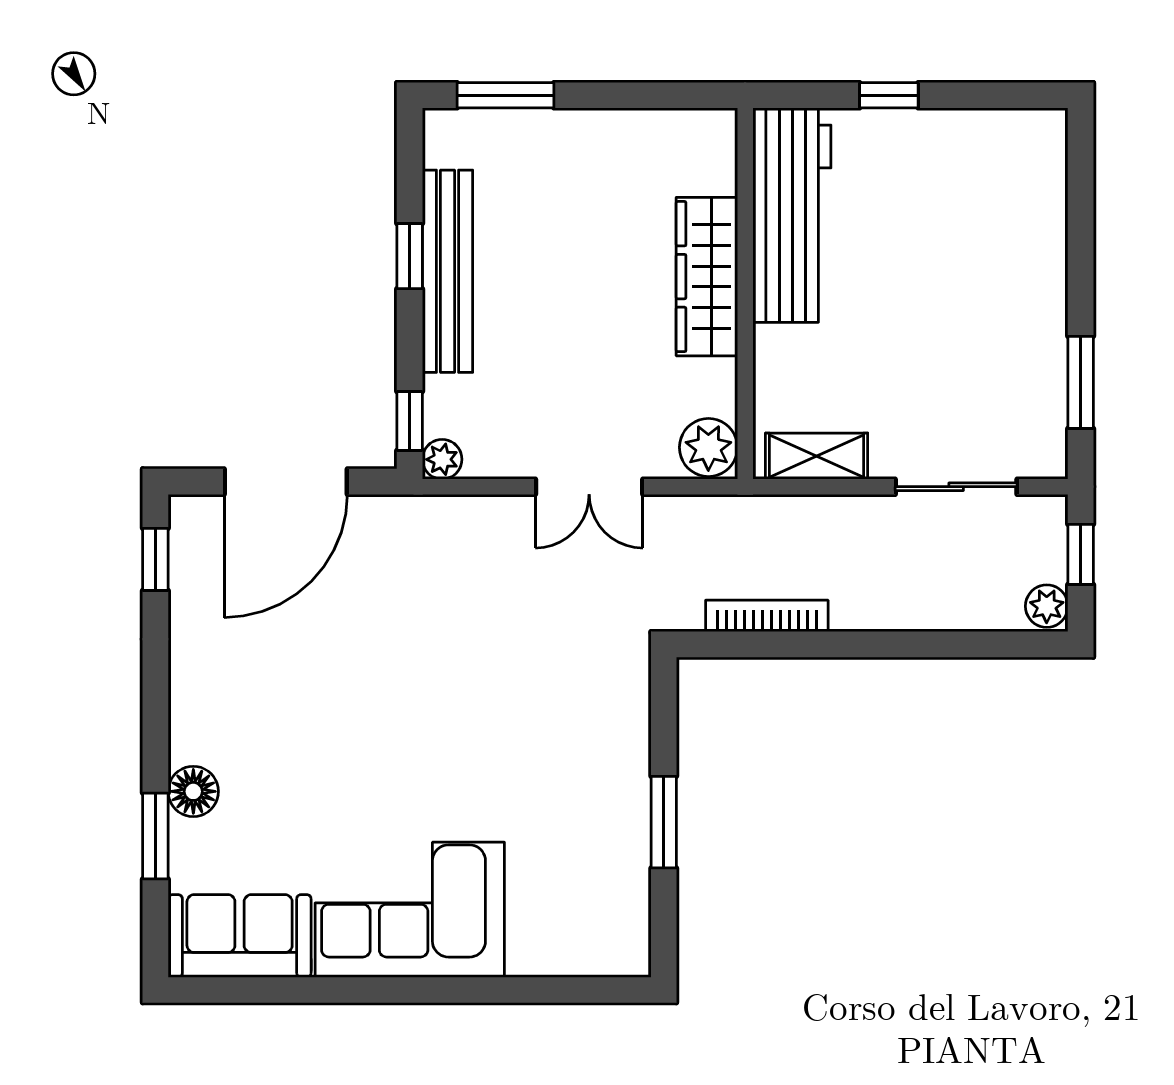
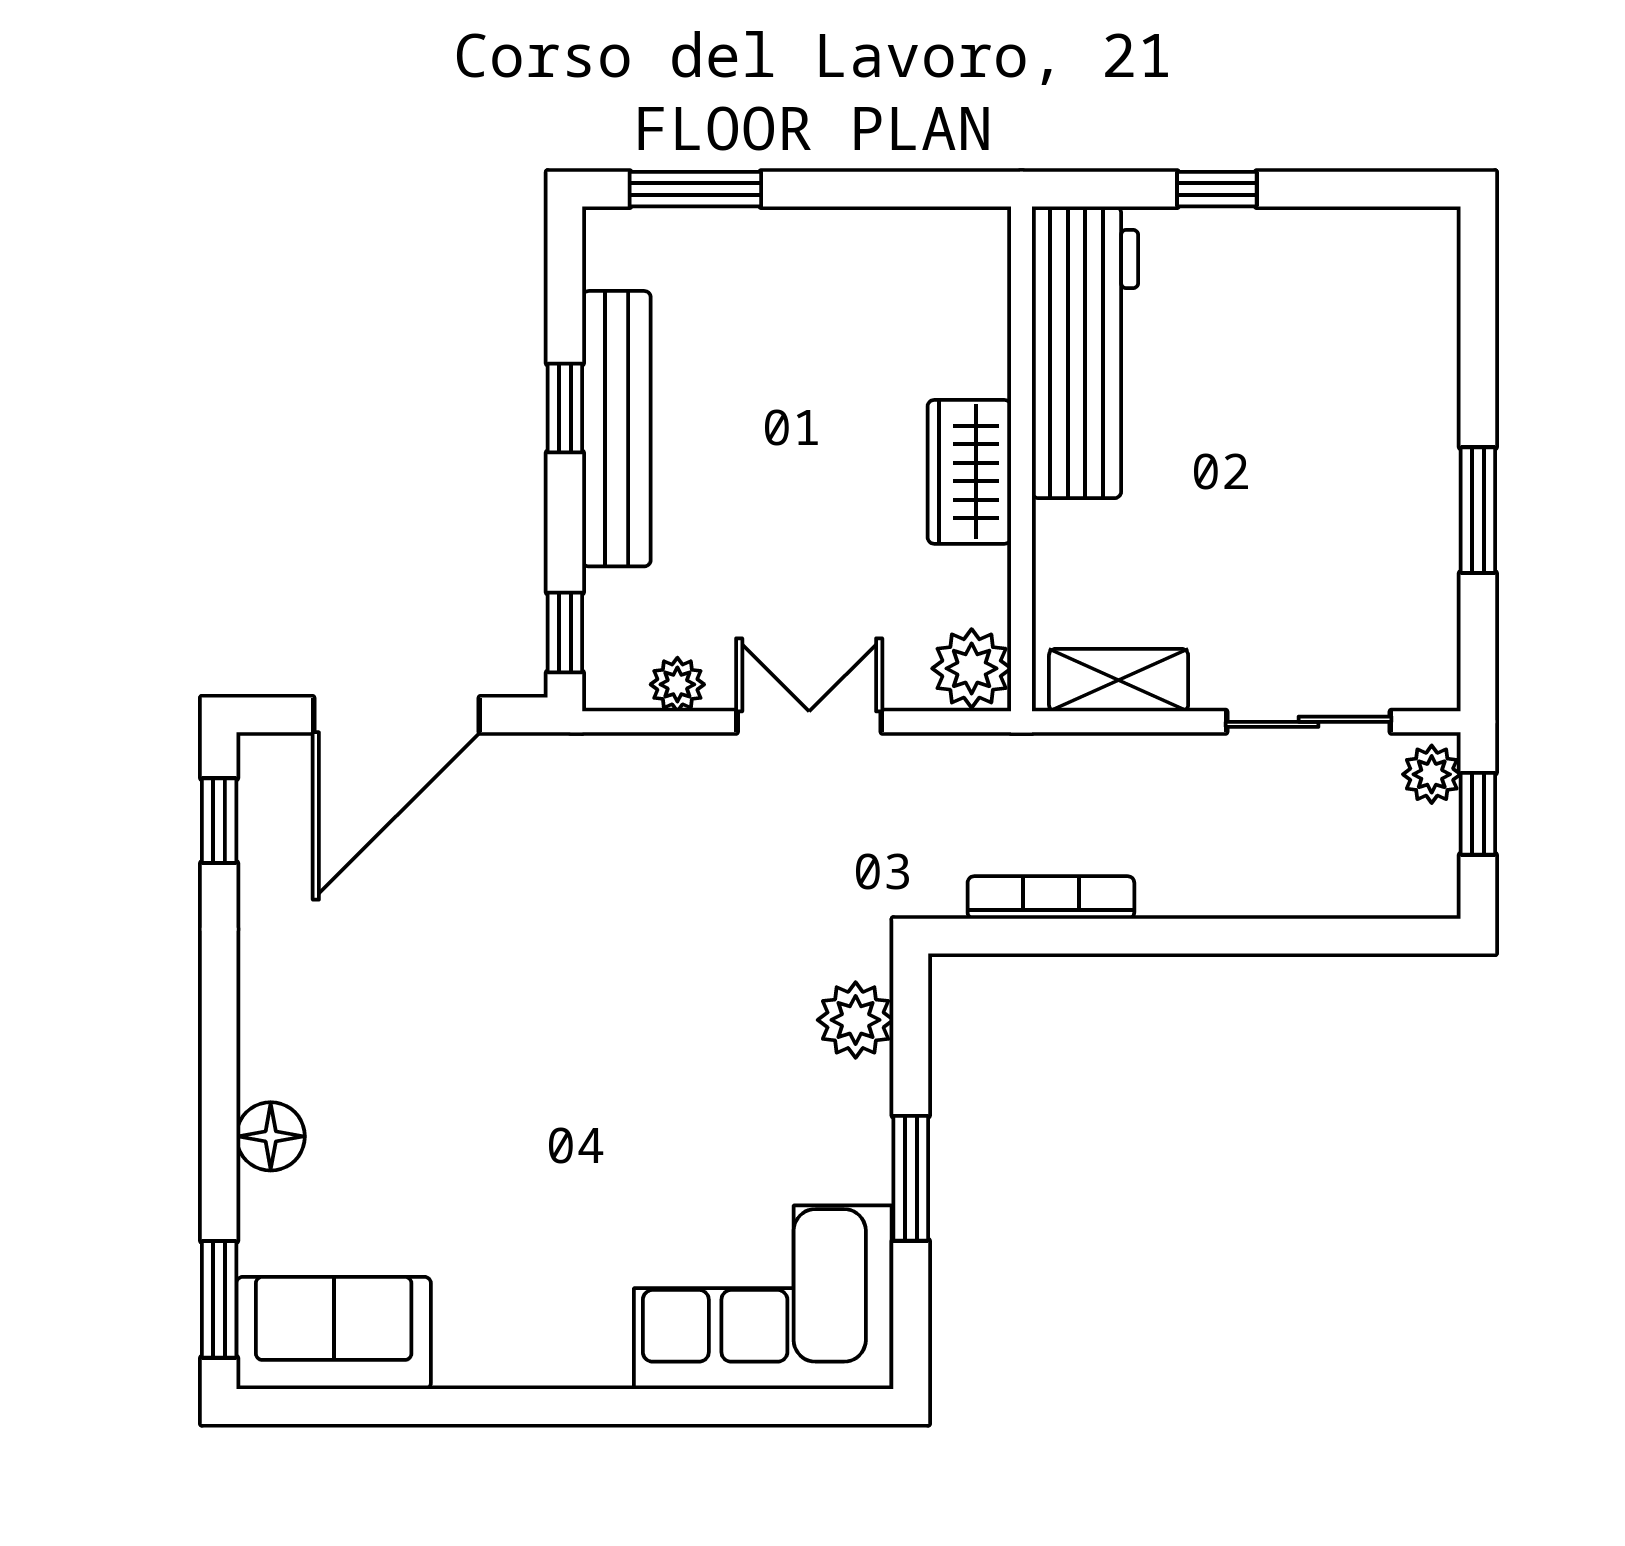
wardrobe: (707, 277) -> (969, 472), width x0.67
window: (1081, 382) -> (1478, 510), moved
plant: (442, 459) -> (677, 684), moved
double door: (589, 487) -> (809, 722), swing flipped
plant: (1047, 606) -> (1432, 774), moved
plant: (623, 706) -> (856, 1020), added
window: (155, 836) -> (219, 1299), moved
corner sofa: (410, 910) -> (763, 1297), moved

